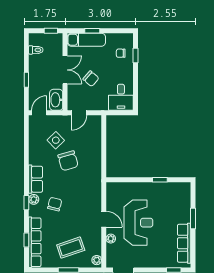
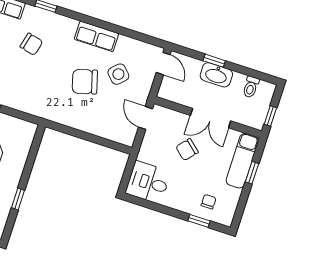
washbasin: (56, 100) -> (216, 75), moved, turned 180
row of seats: (36, 179) -> (96, 36), moved
plant: (34, 199) -> (47, 18), removed

